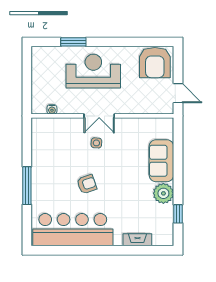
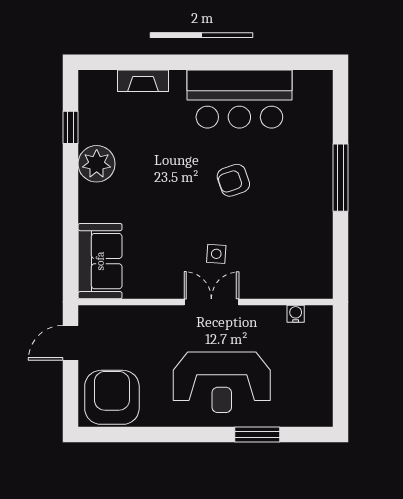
door: (178, 93) -> (71, 343), hinge flipped
sofa: (161, 161) -> (100, 261), moved
bar counter: (73, 230) -> (239, 99), width x0.73

